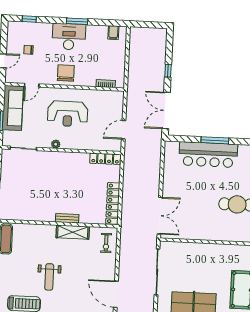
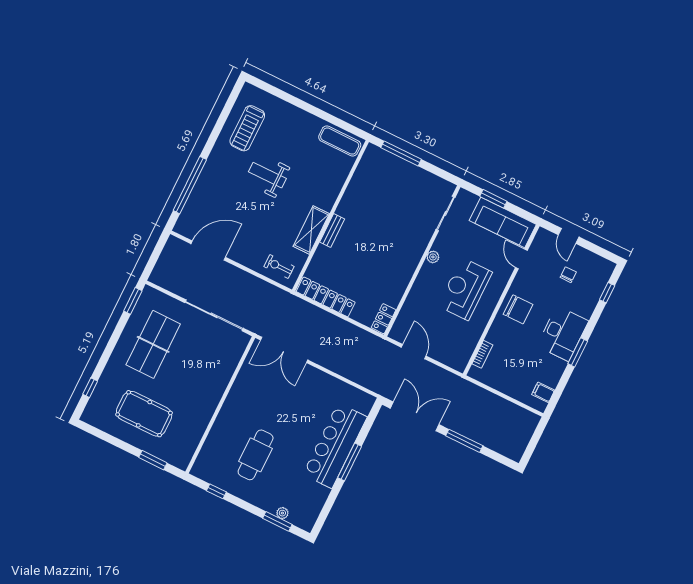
window: (168, 71) -> (464, 441), width x2.17
locker: (105, 159) -> (384, 319), width x0.66

